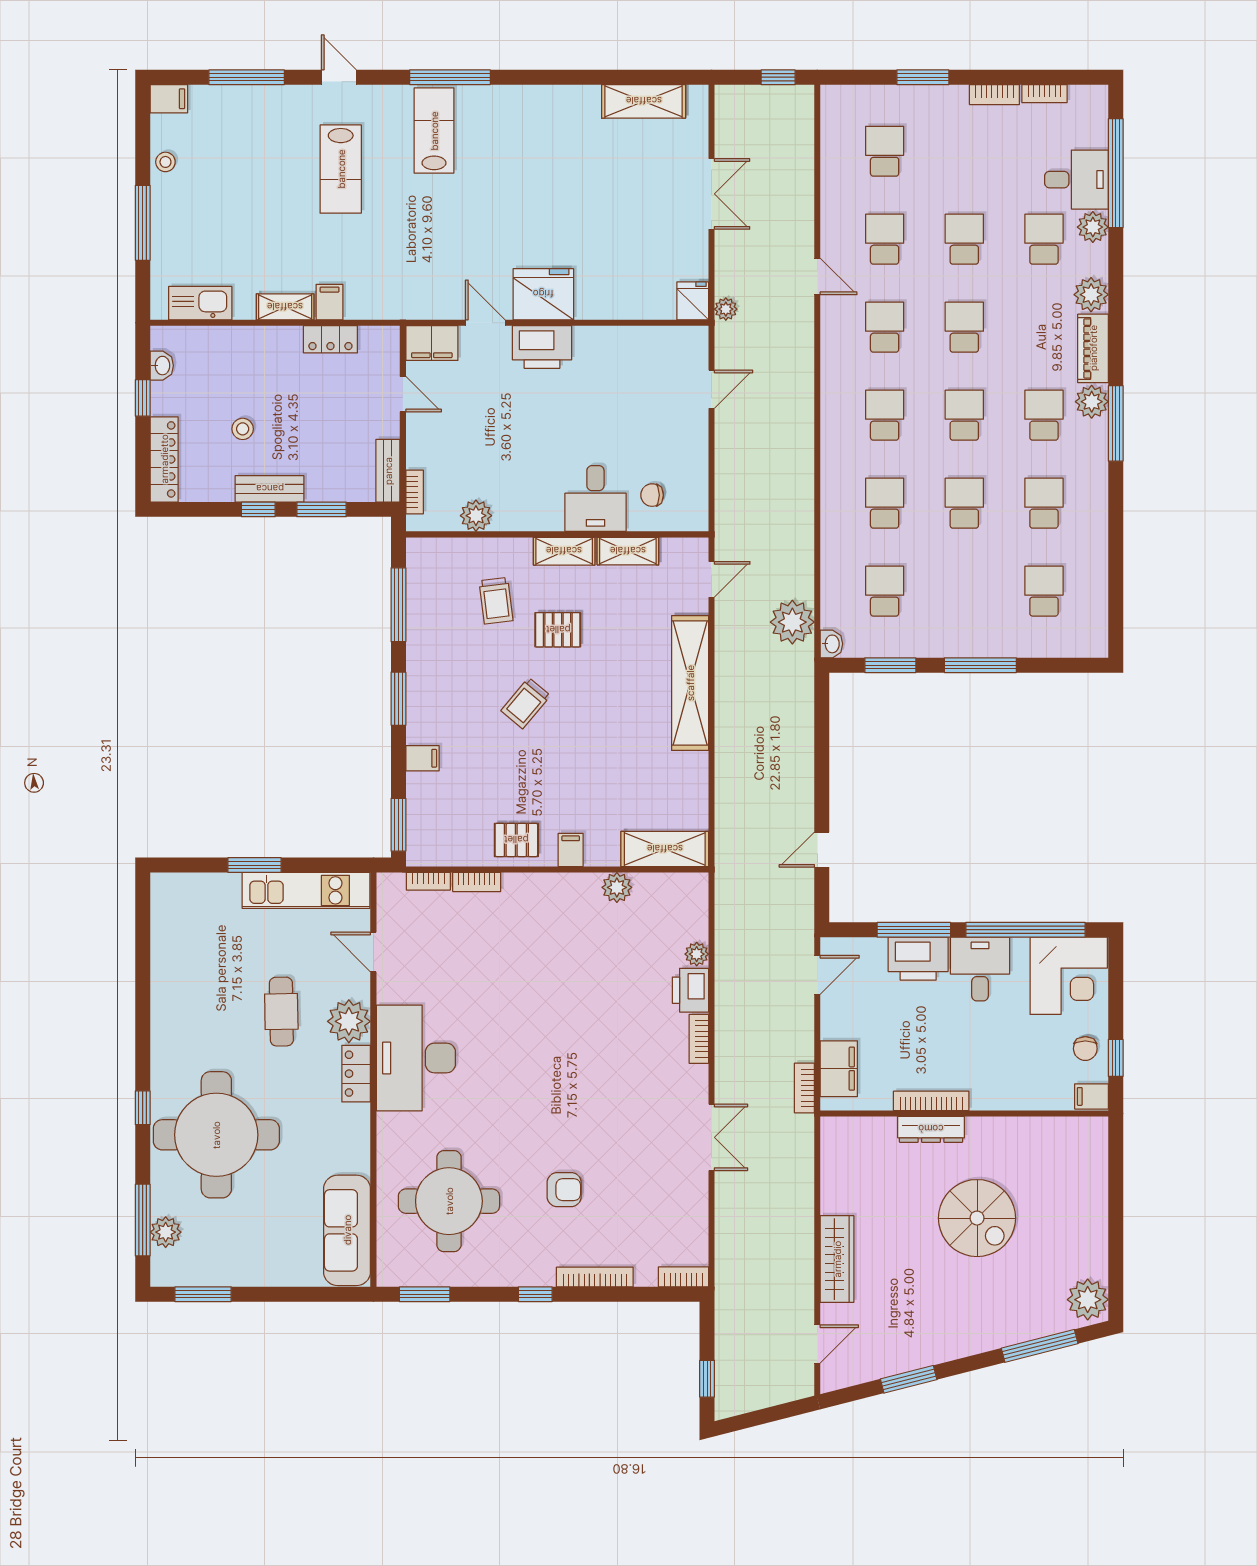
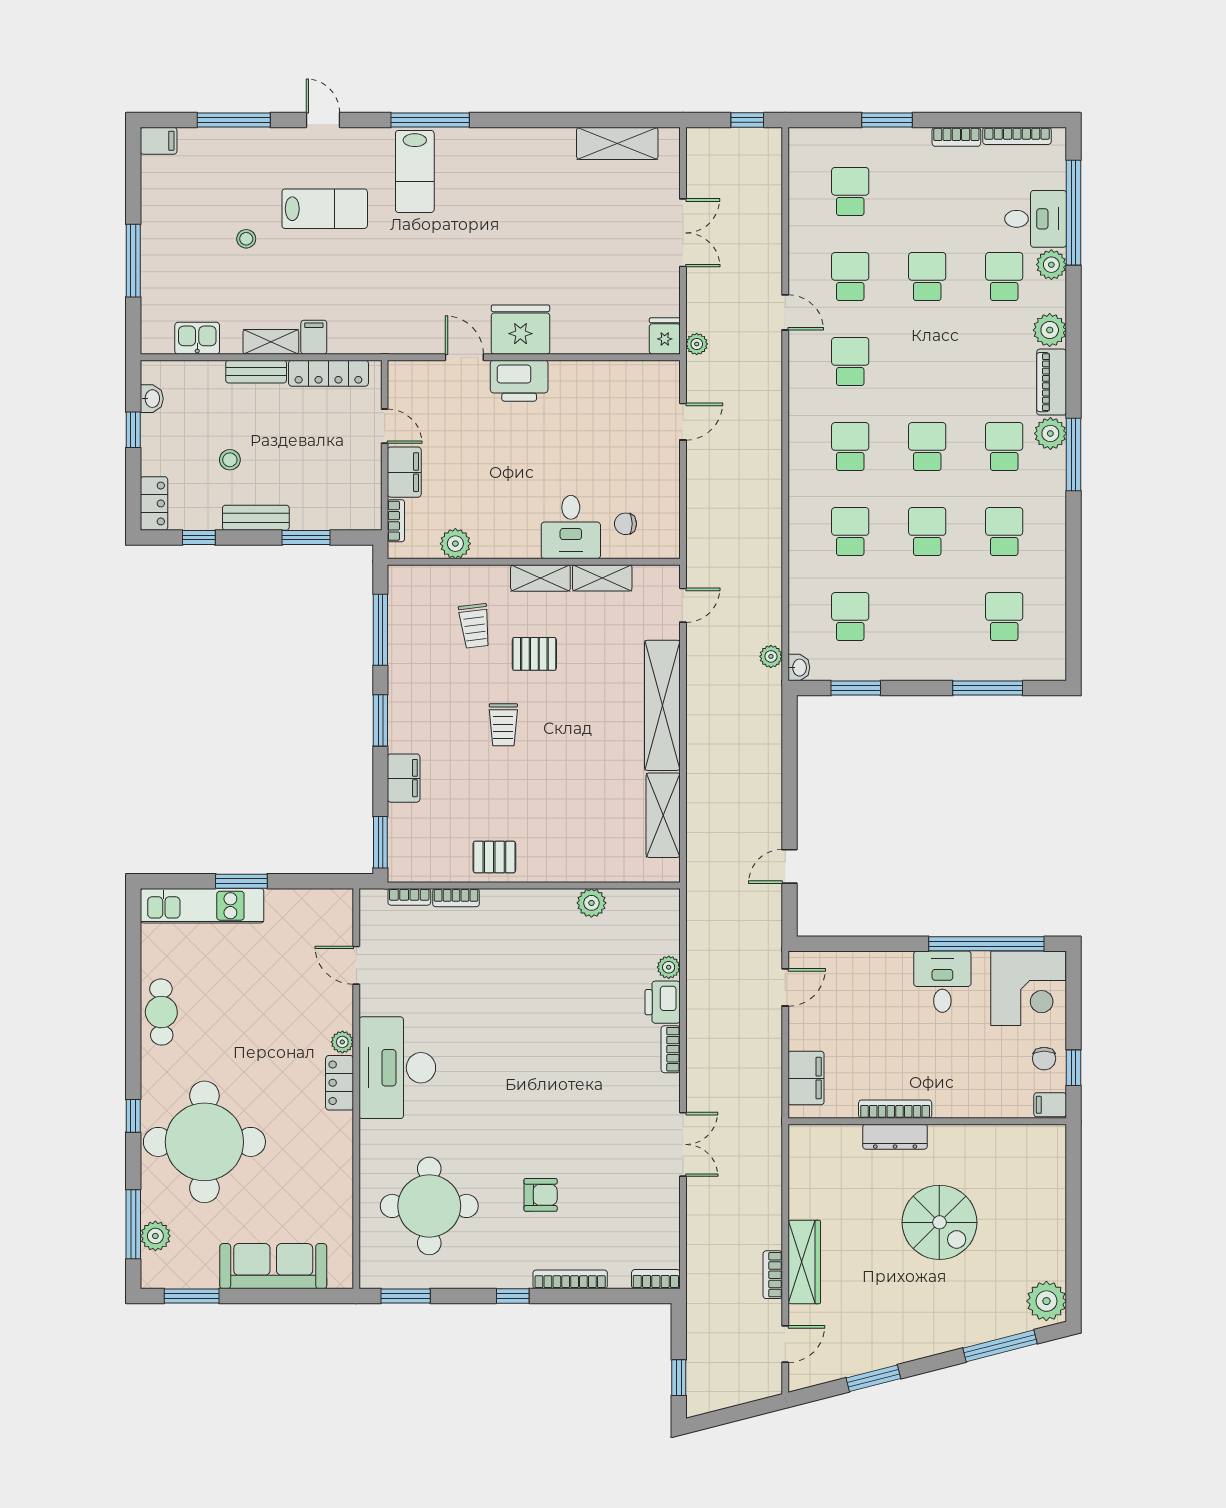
bookcase: (1044, 94) -> (1017, 136), width x1.56
lab bench: (434, 131) -> (415, 171), turned 180
stool: (165, 162) -> (246, 239), moved
lab bench: (341, 169) -> (325, 209), turned -90
kitchen sink: (200, 303) -> (197, 338), width x0.73
school desk: (964, 327) -> (927, 362), removed
locker: (330, 339) -> (328, 373), width x1.53
filing cabinet: (432, 343) -> (404, 472), moved, turned -90
locker: (164, 459) -> (154, 503), width x0.66
bench: (388, 471) -> (256, 372), moved, turned 90
window: (258, 509) -> (199, 538), moved
plant: (792, 622) -> (771, 656), width x0.53, depth x0.53
window: (980, 665) -> (988, 688), moved
trolley: (526, 703) -> (503, 725), turned -40
filing cabinet: (422, 758) -> (404, 778), width x2.00
shelving: (665, 849) -> (663, 815), moved, turned 90
filing cabinet: (571, 850) -> (547, 867), removed
kitchen unit: (306, 890) -> (202, 906), moved
window: (914, 930) -> (878, 944), removed
printer: (918, 959) -> (883, 972), removed
cafe table: (281, 1012) -> (161, 1012), moved
plant: (349, 1021) -> (342, 1042), width x0.53, depth x0.53
bookcase: (804, 1088) -> (773, 1275), moved
sofa: (347, 1230) -> (273, 1266), moved, turned 90

